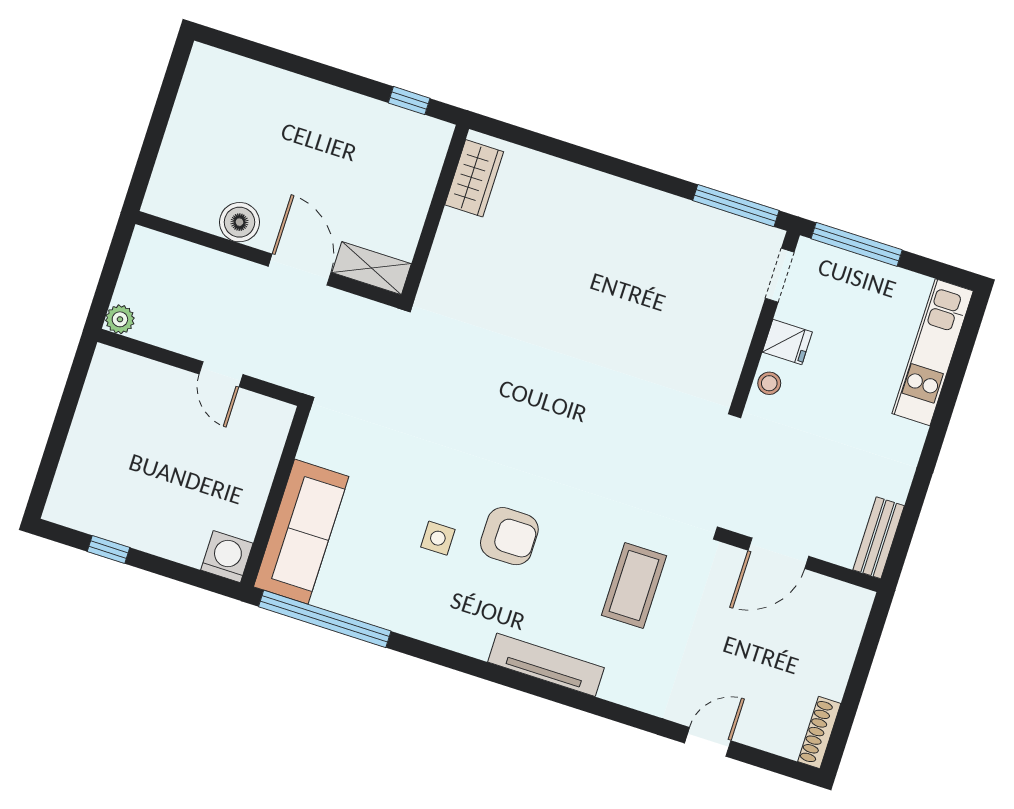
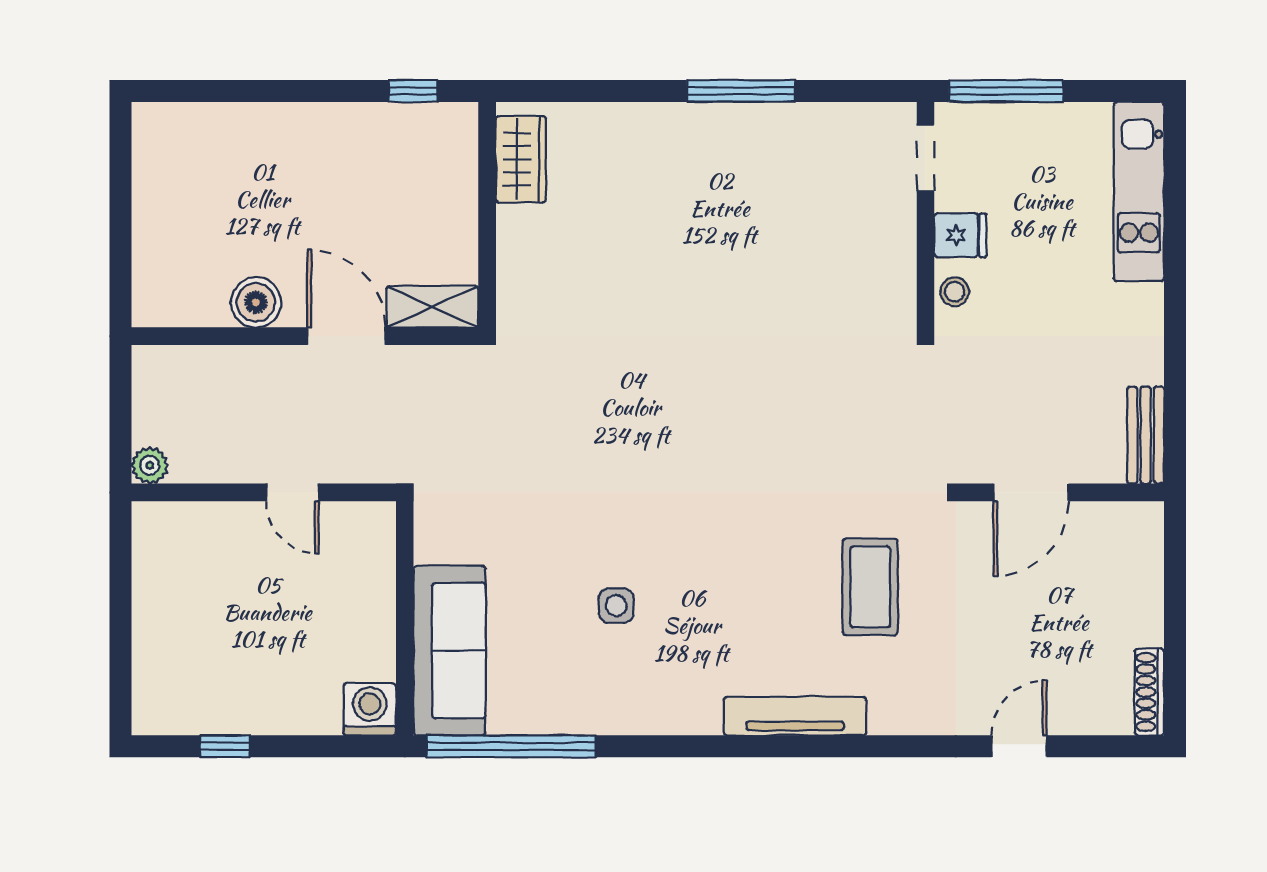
window: (736, 206) -> (741, 91), moved
armchair: (509, 536) -> (701, 576), removed

